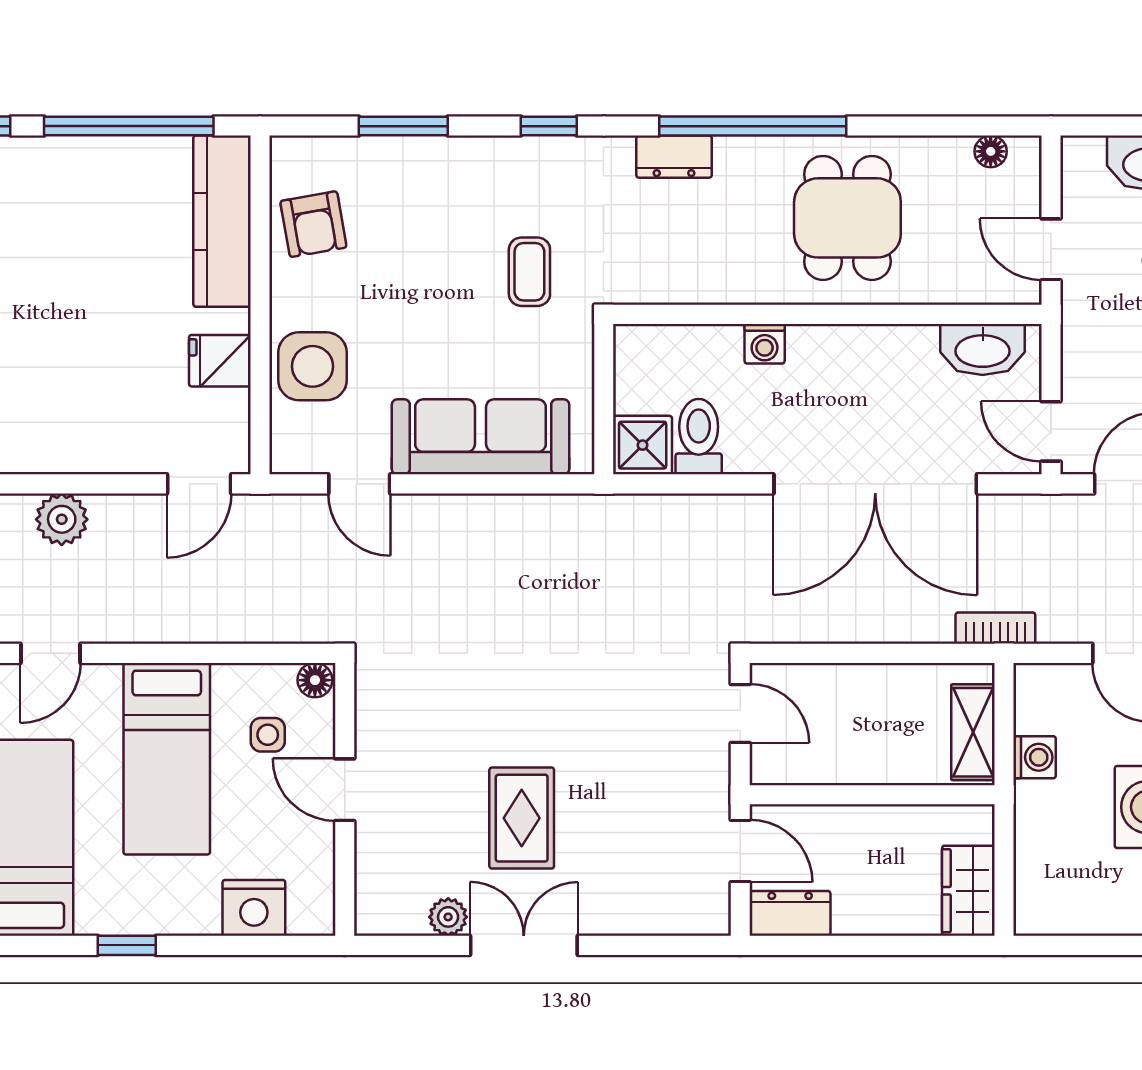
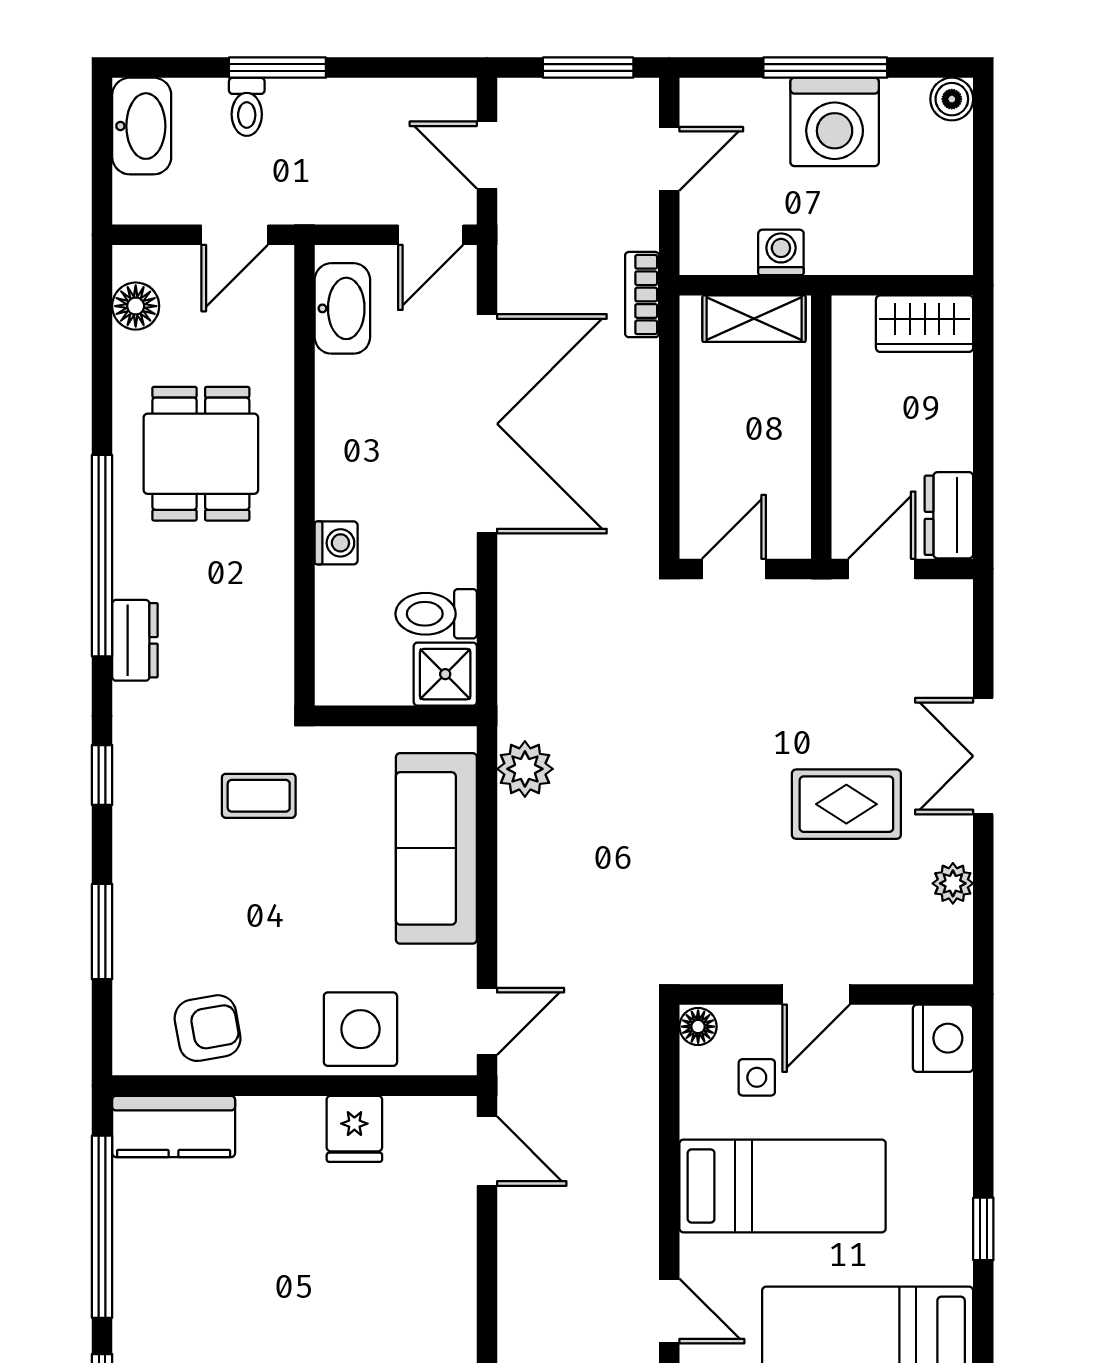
floor lamp: (991, 151) -> (136, 306), width x1.37, depth x1.37
dining table: (847, 218) -> (201, 454), turned 90
kitchen counter: (222, 221) -> (174, 1126), width x0.67
door: (359, 484) -> (487, 1021), moved
plant: (62, 519) -> (525, 769), moved
nightstand: (254, 908) -> (943, 1038), moved
double door: (524, 945) -> (983, 756), moved

